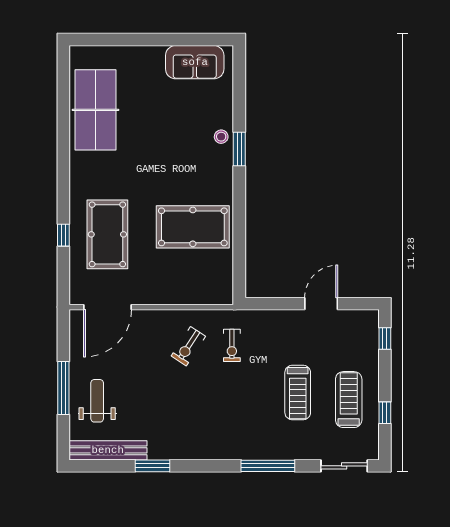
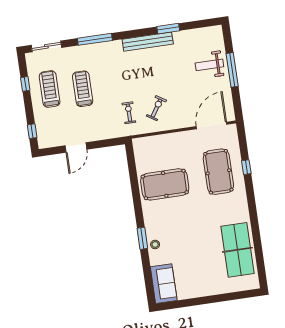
sofa: (195, 62) -> (164, 284), moved, turned 90
treadmill: (349, 400) -> (50, 89), turned 180
weight bench: (97, 401) -> (209, 65), turned 90
bench: (108, 450) -> (148, 42), moved

